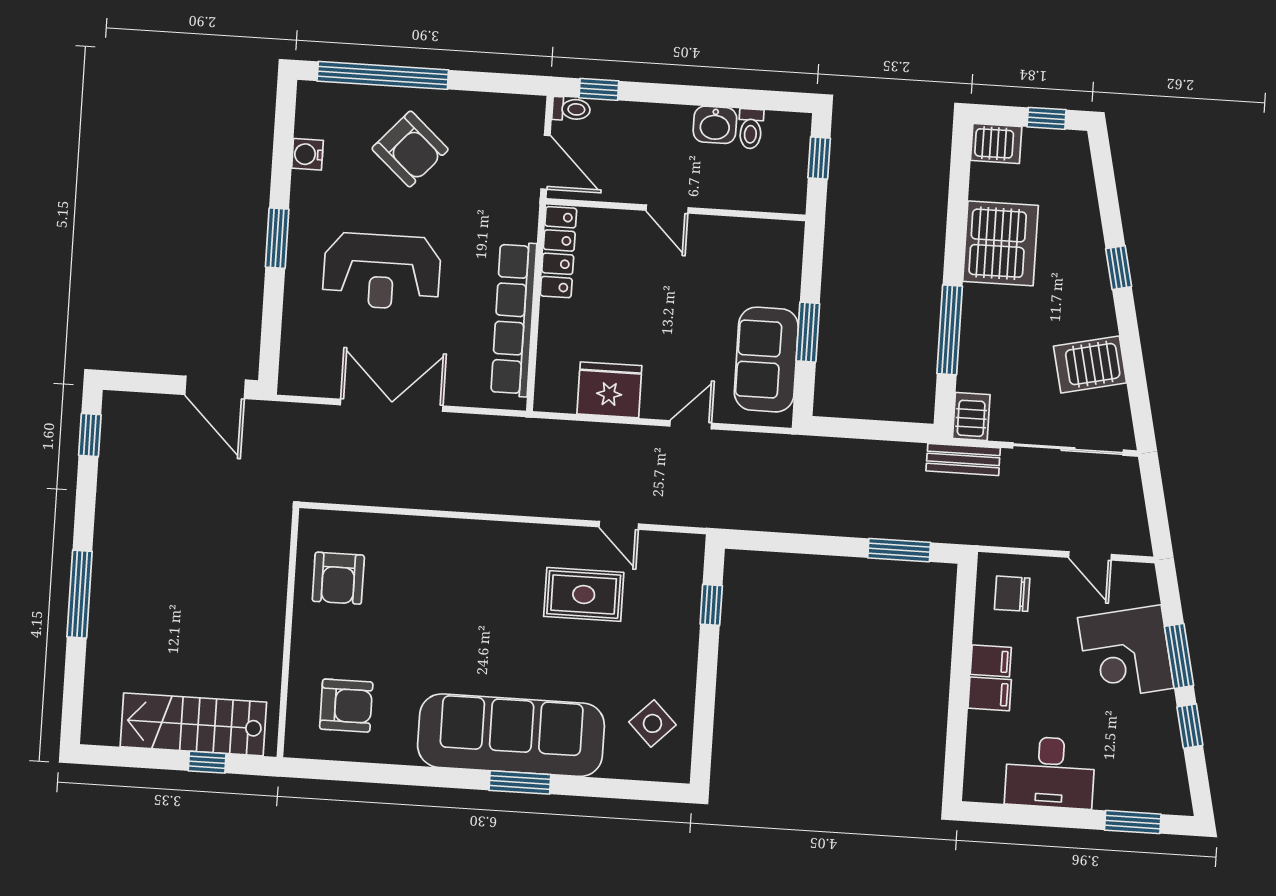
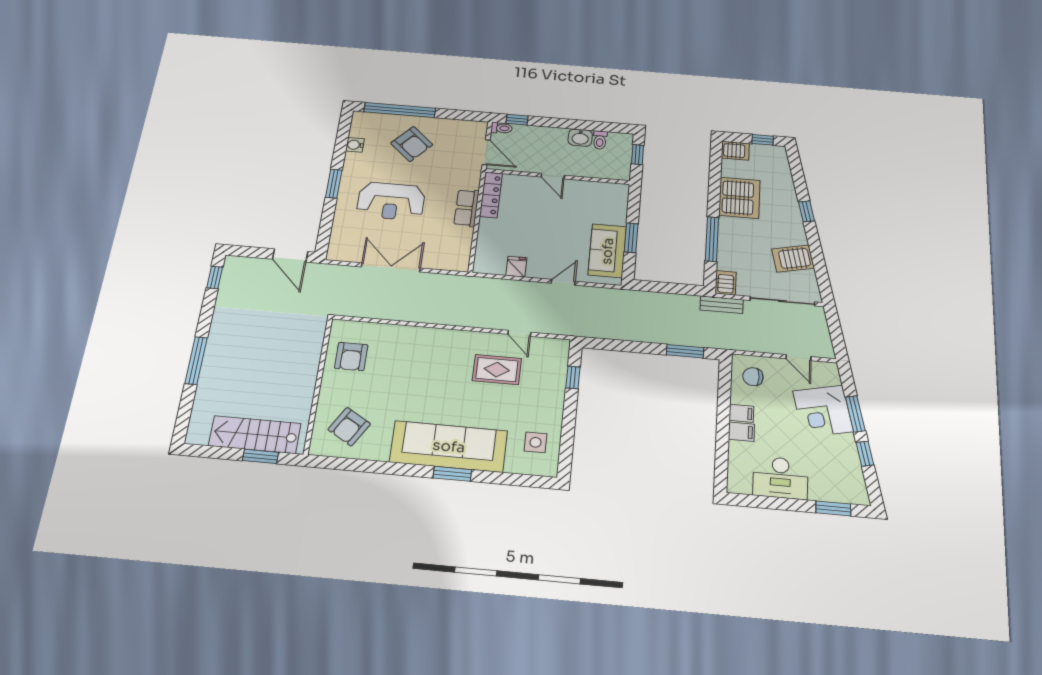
row of seats: (514, 319) -> (466, 208), width x0.50
fridge: (609, 390) -> (516, 267), width x0.53, depth x0.75
armchair: (346, 706) -> (349, 427), turned 121
side table: (652, 723) -> (536, 442), turned 45
window: (207, 762) -> (260, 456), width x1.50

